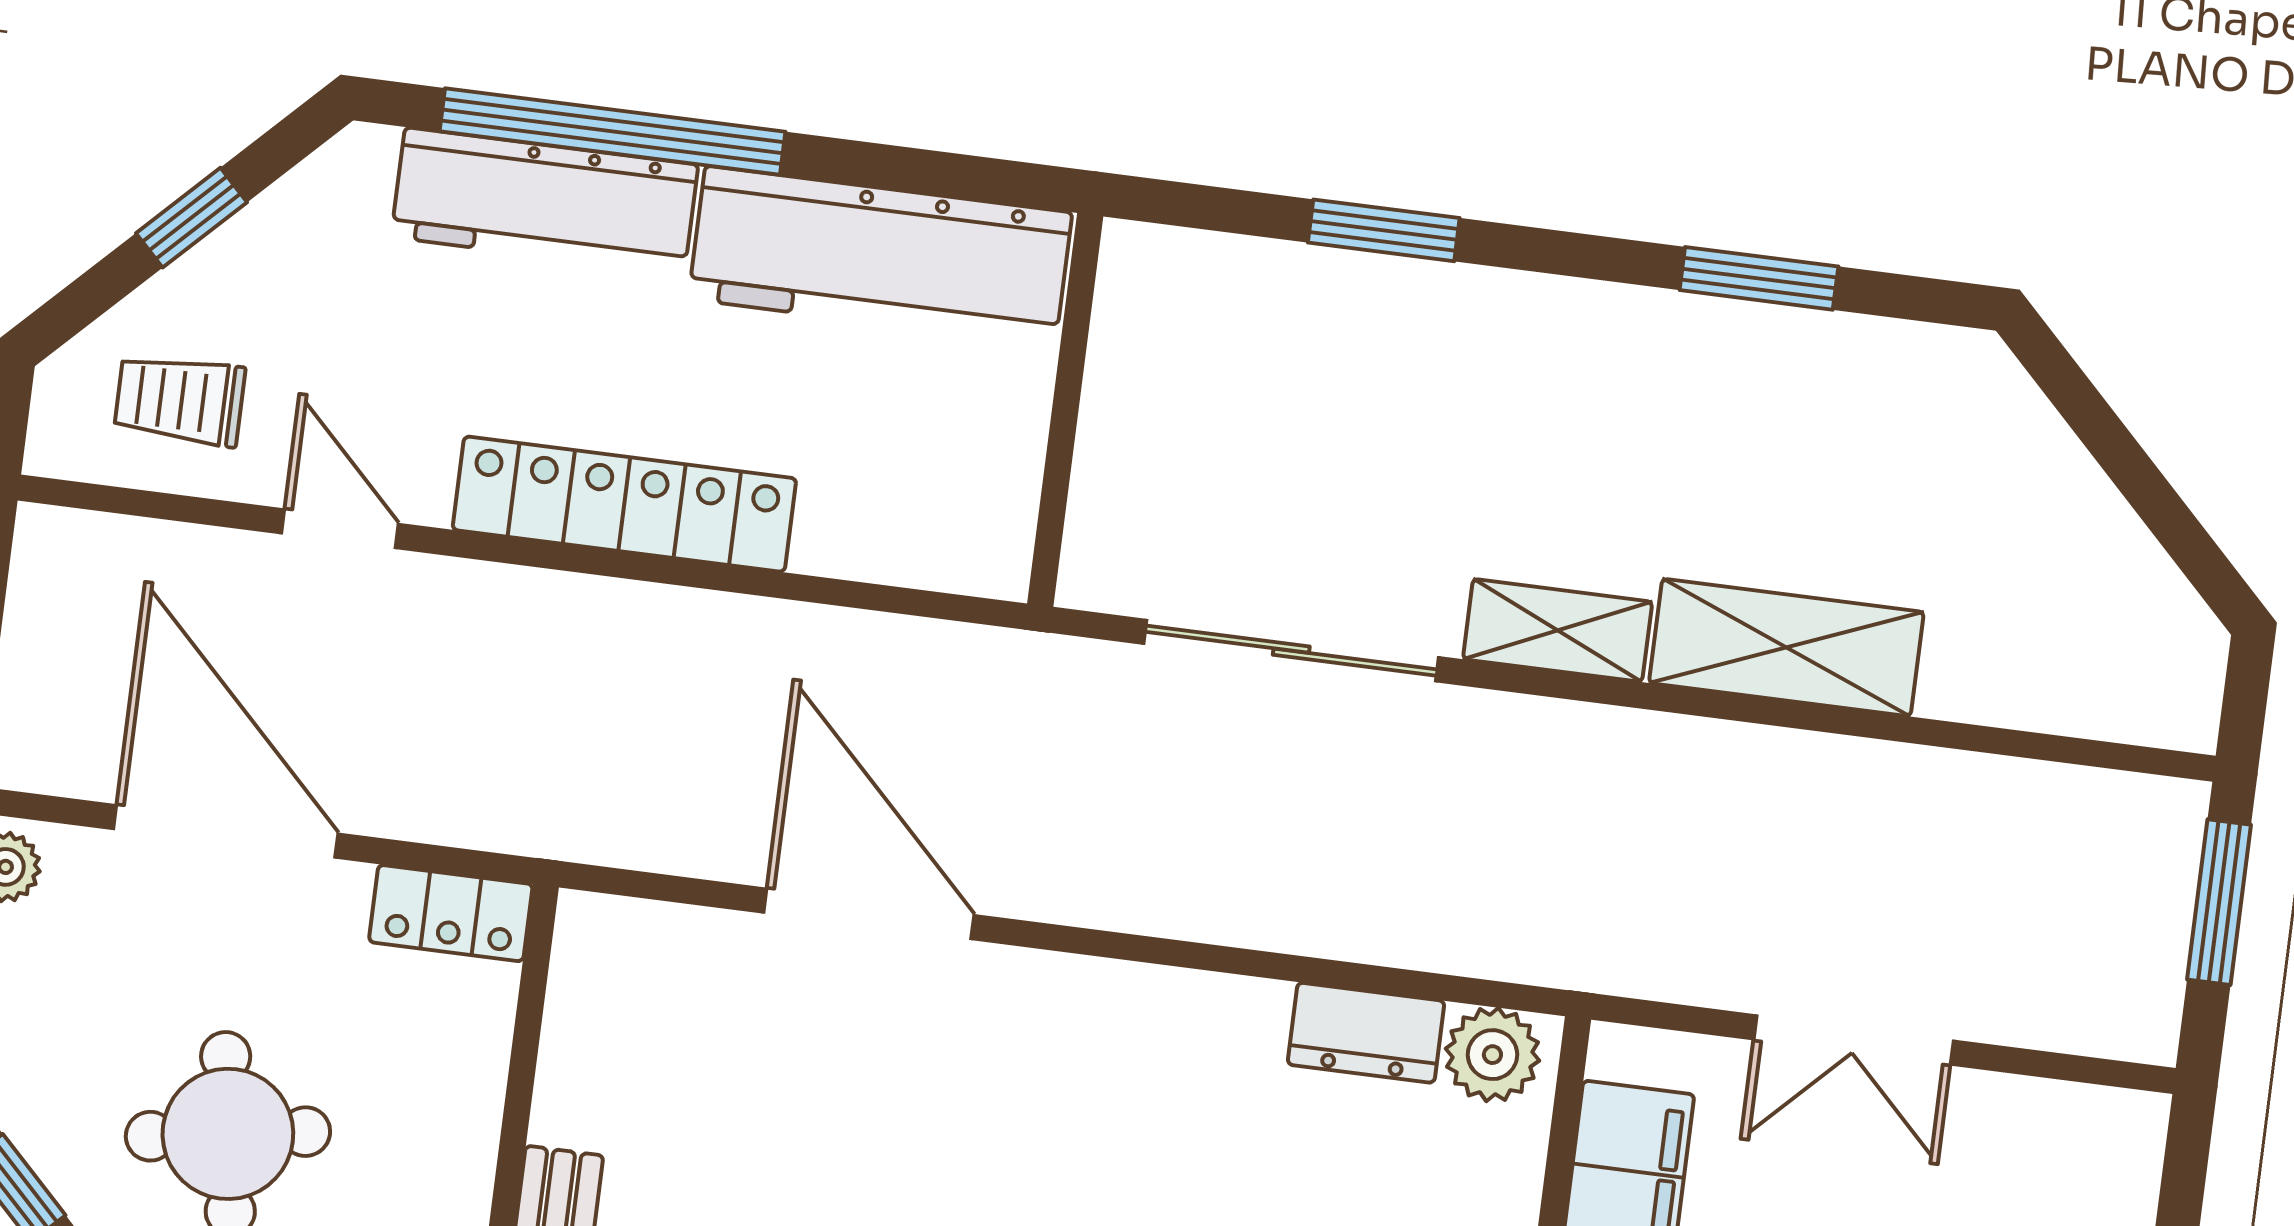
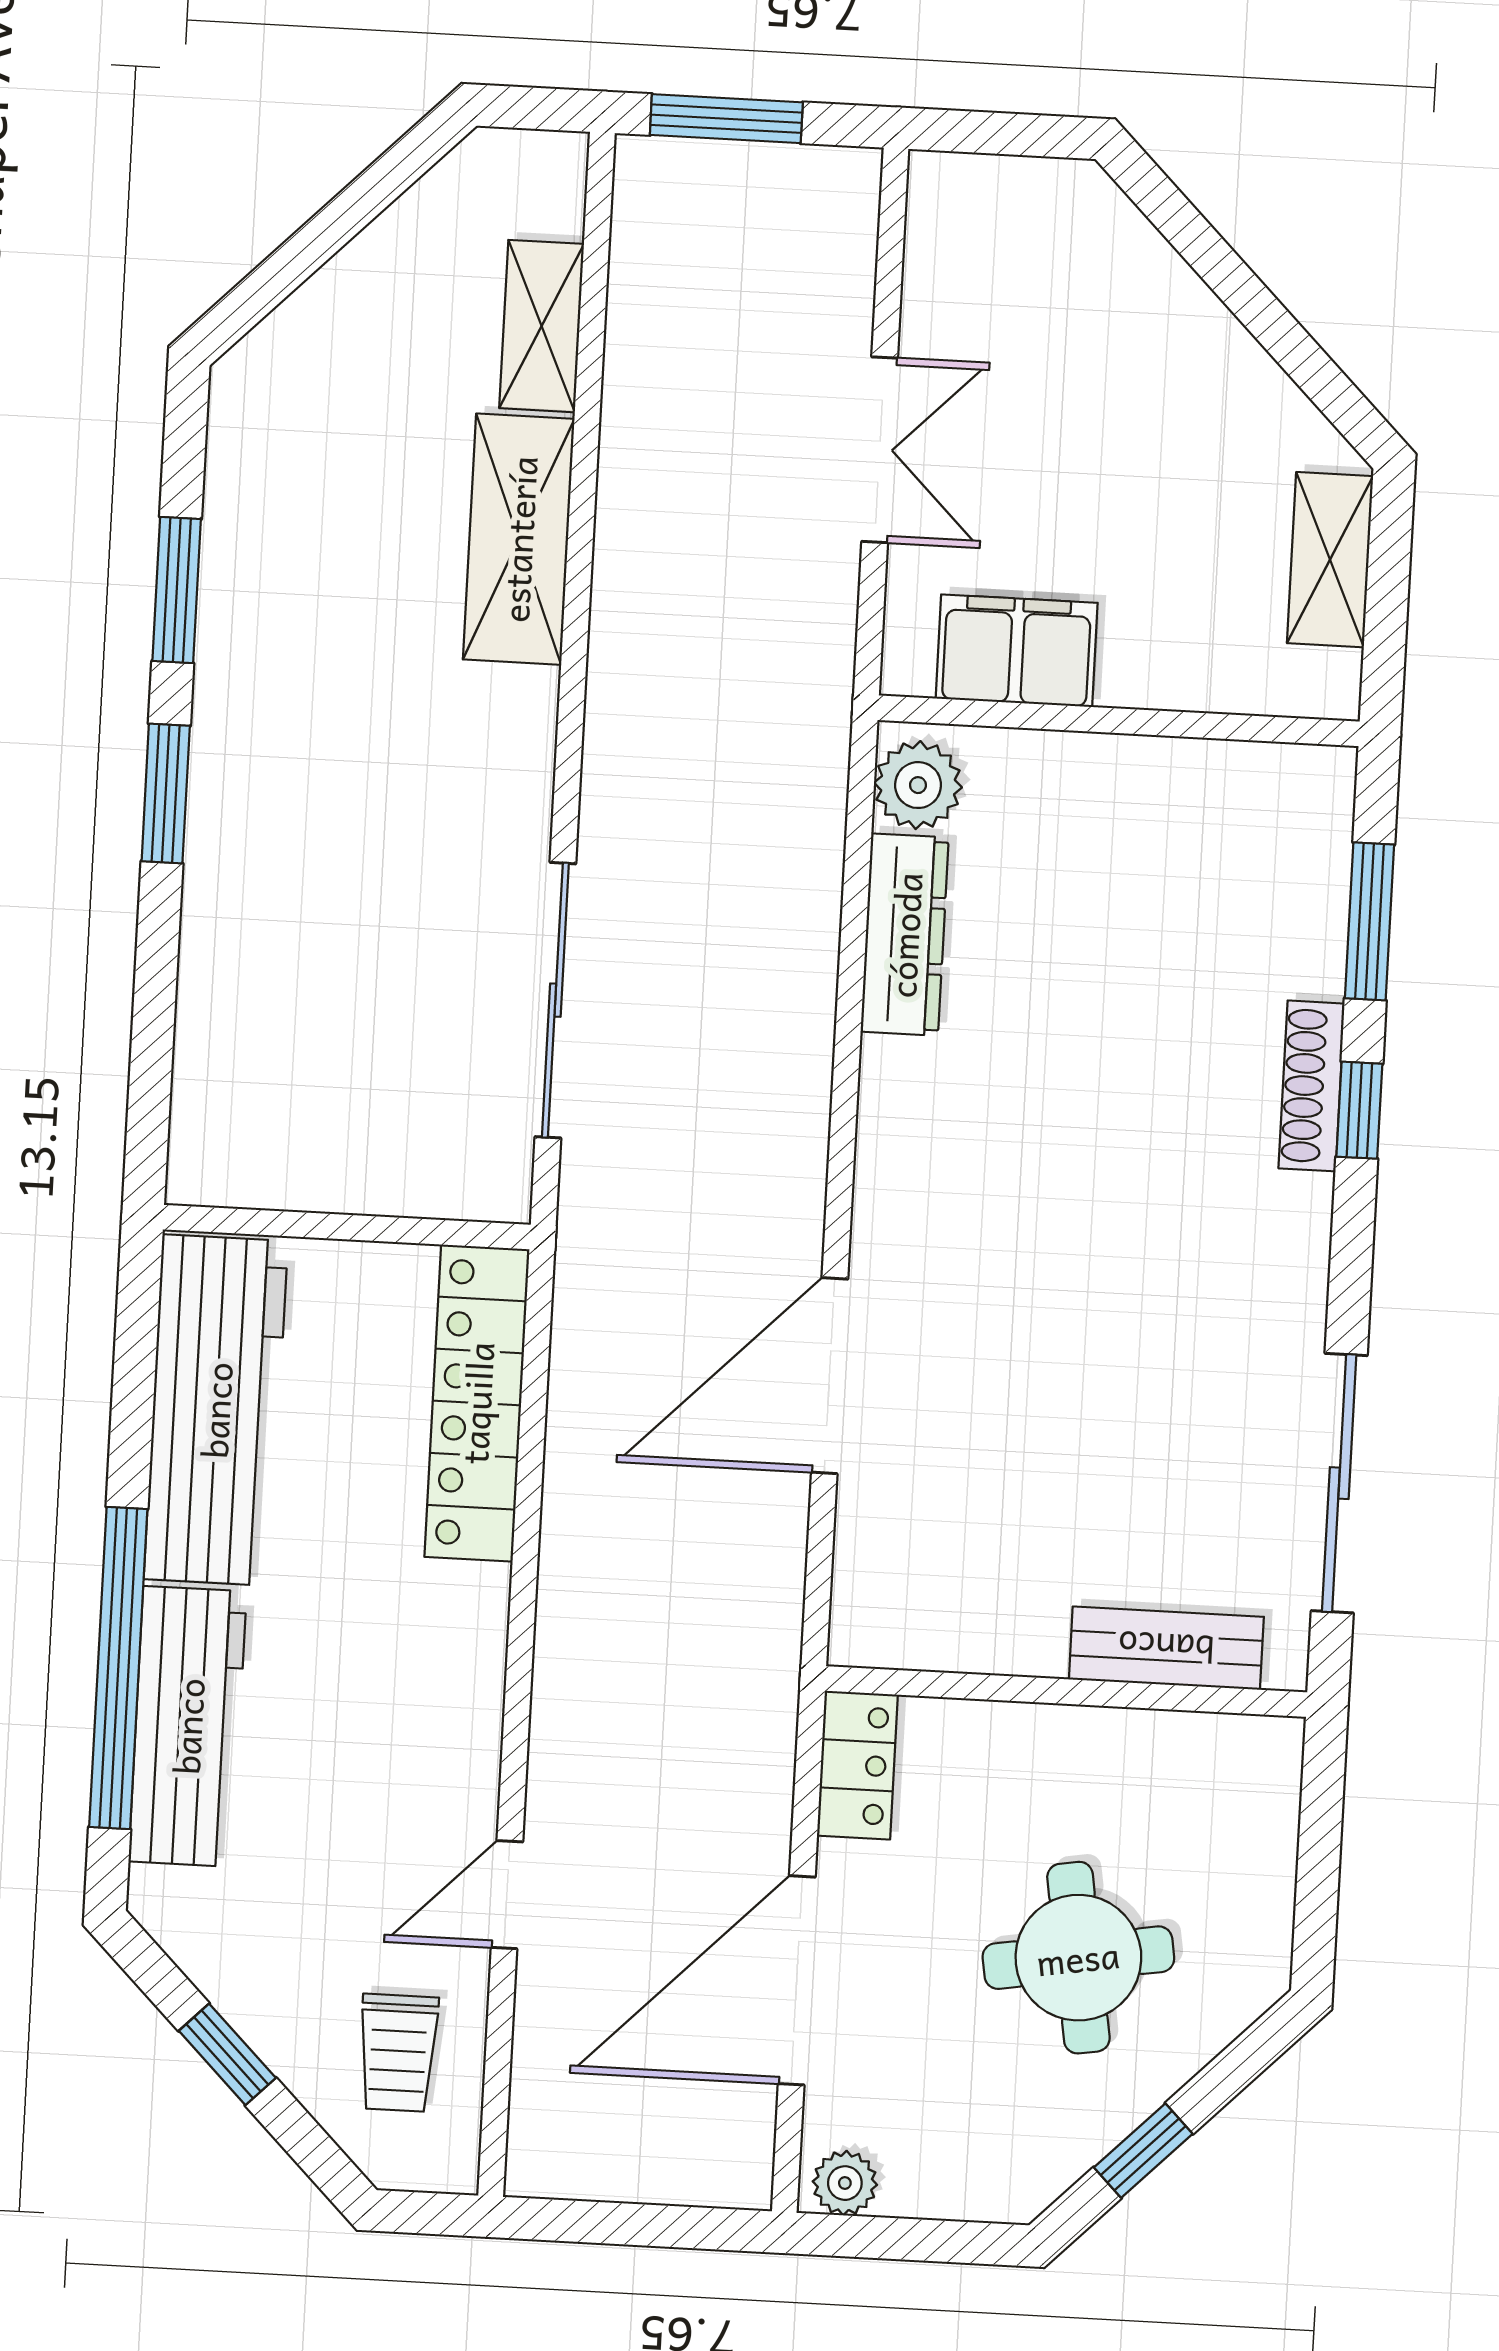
window: (1384, 230) -> (166, 793), moved
locker: (624, 504) -> (477, 1403), moved
shelving: (1558, 630) -> (542, 326), moved
dresser: (1366, 1033) -> (905, 935), width x1.44

